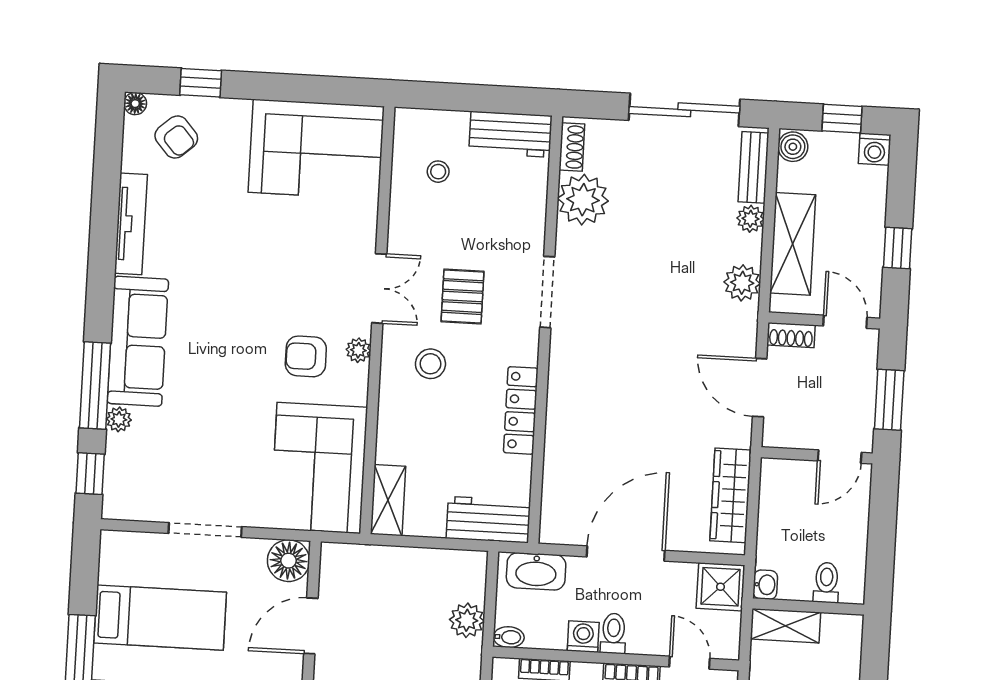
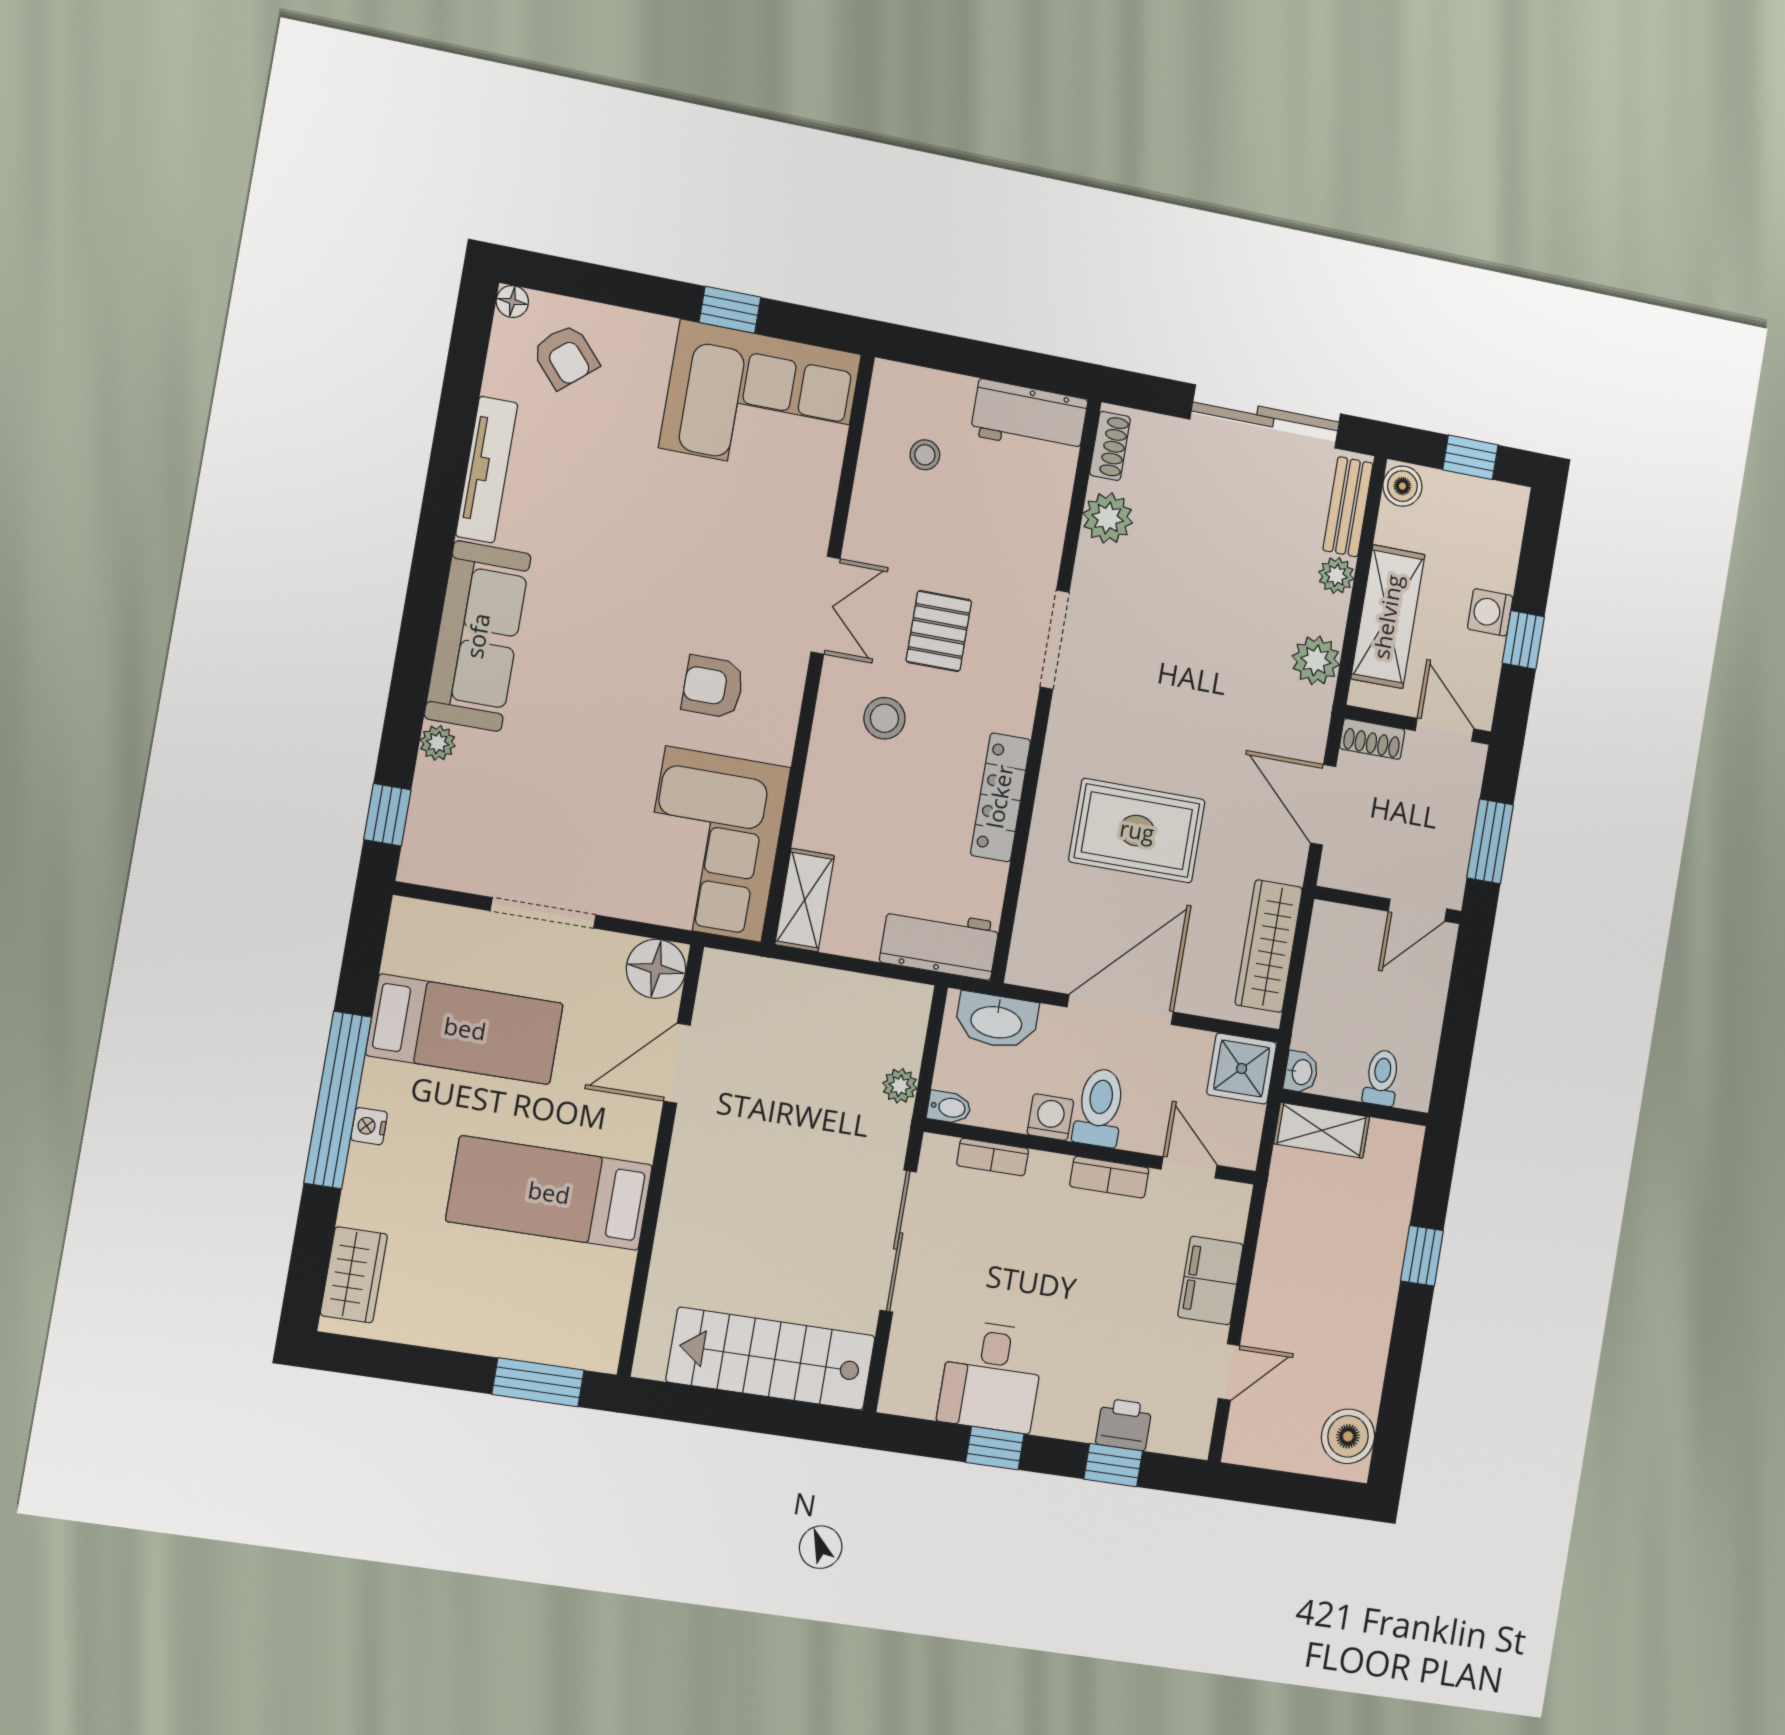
window: (201, 83) -> (730, 310), moved
washing machine: (875, 149) -> (1490, 612), moved, turned 90
plant: (583, 200) -> (1108, 518), width x0.73, depth x0.73
plant: (358, 350) -> (787, 687), removed
window: (95, 385) -> (409, 691), removed
rug: (623, 423) -> (1137, 831), added
plant: (467, 620) -> (900, 1086), width x0.73, depth x0.73
toilet: (613, 633) -> (1100, 1107), width x1.37, depth x1.39

